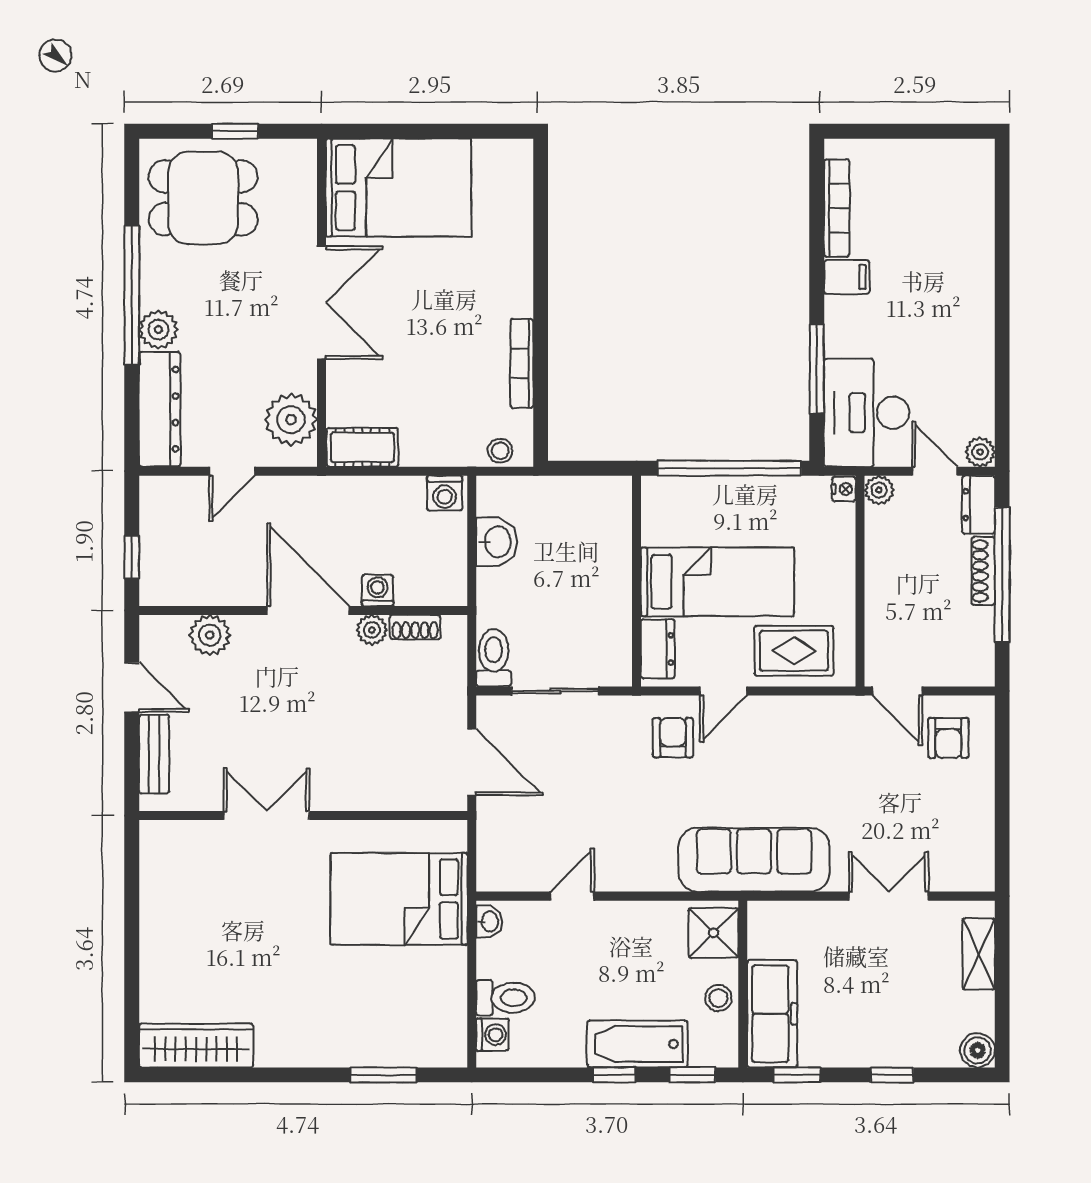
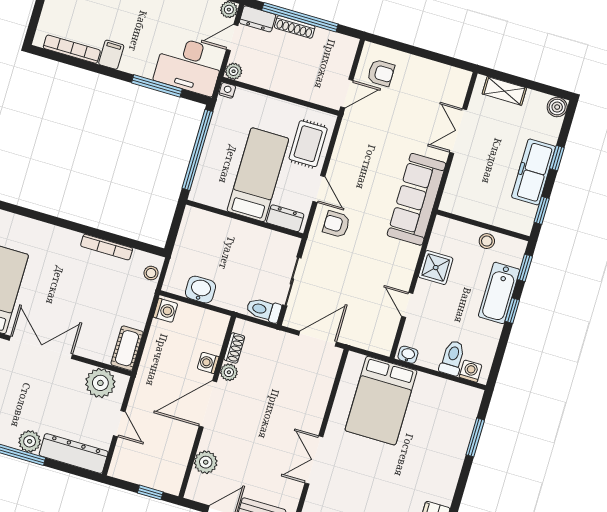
shower: (714, 933) -> (436, 268), moved
freezer: (772, 1014) -> (534, 172), moved, turned -90

